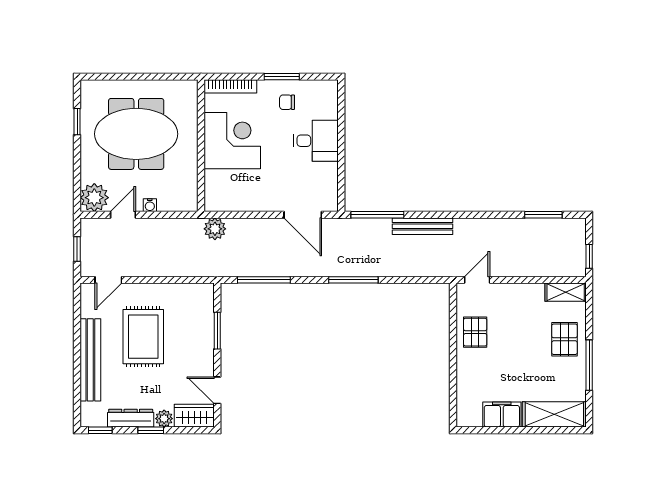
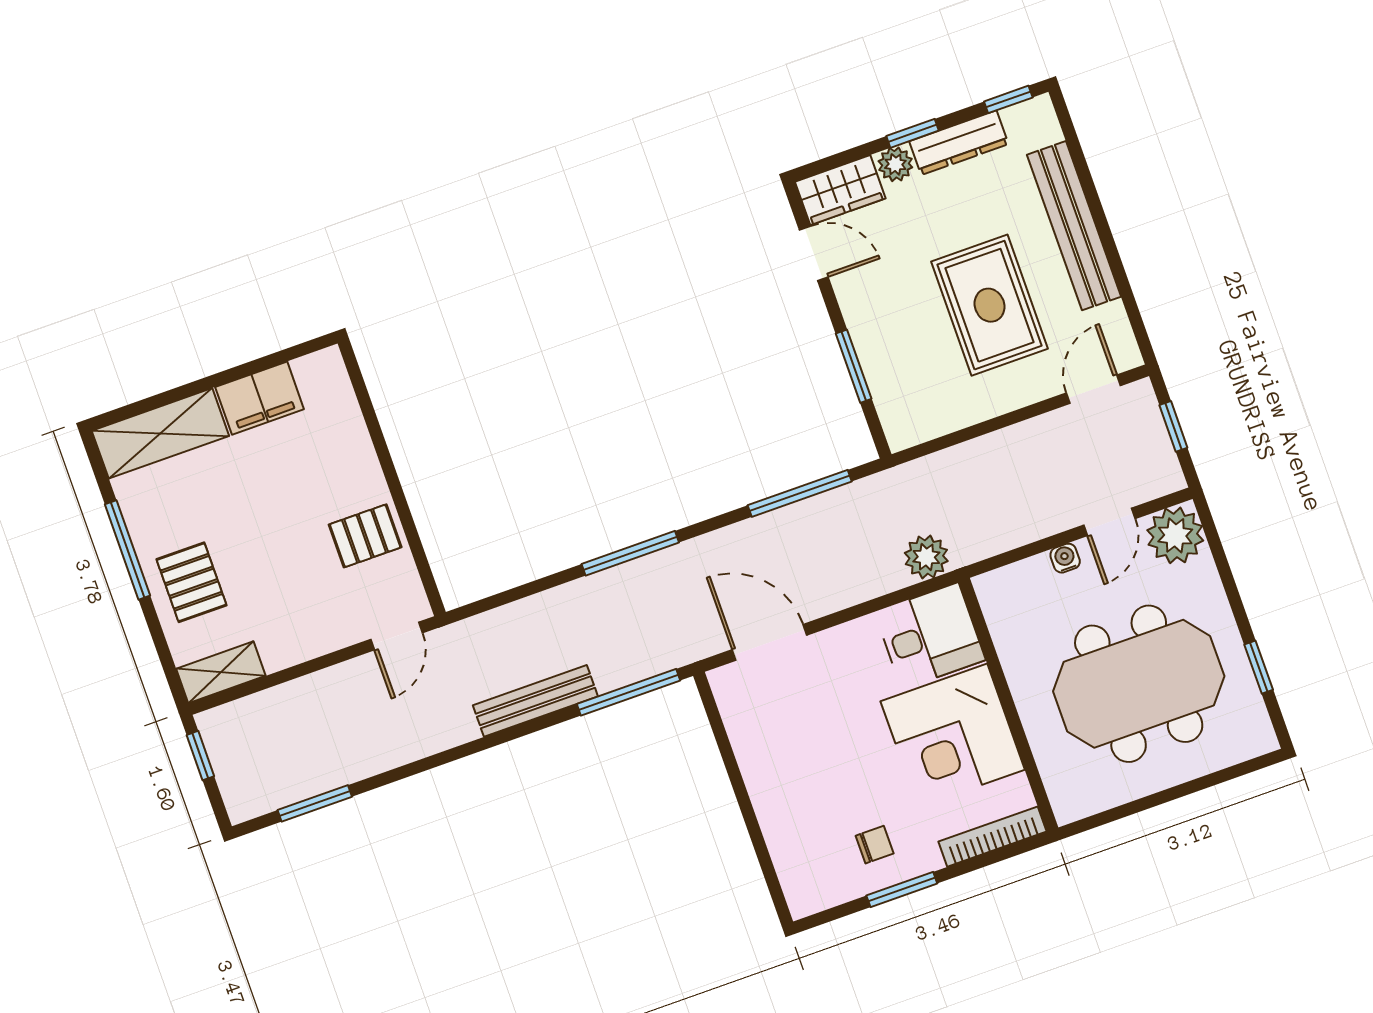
desk: (316, 141) -> (930, 636), moved, turned 180
pallet: (475, 332) -> (365, 536), turned 90

